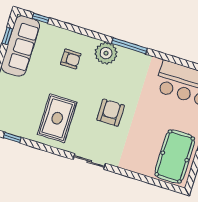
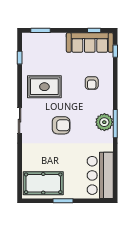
plant: (106, 53) -> (104, 122), moved

